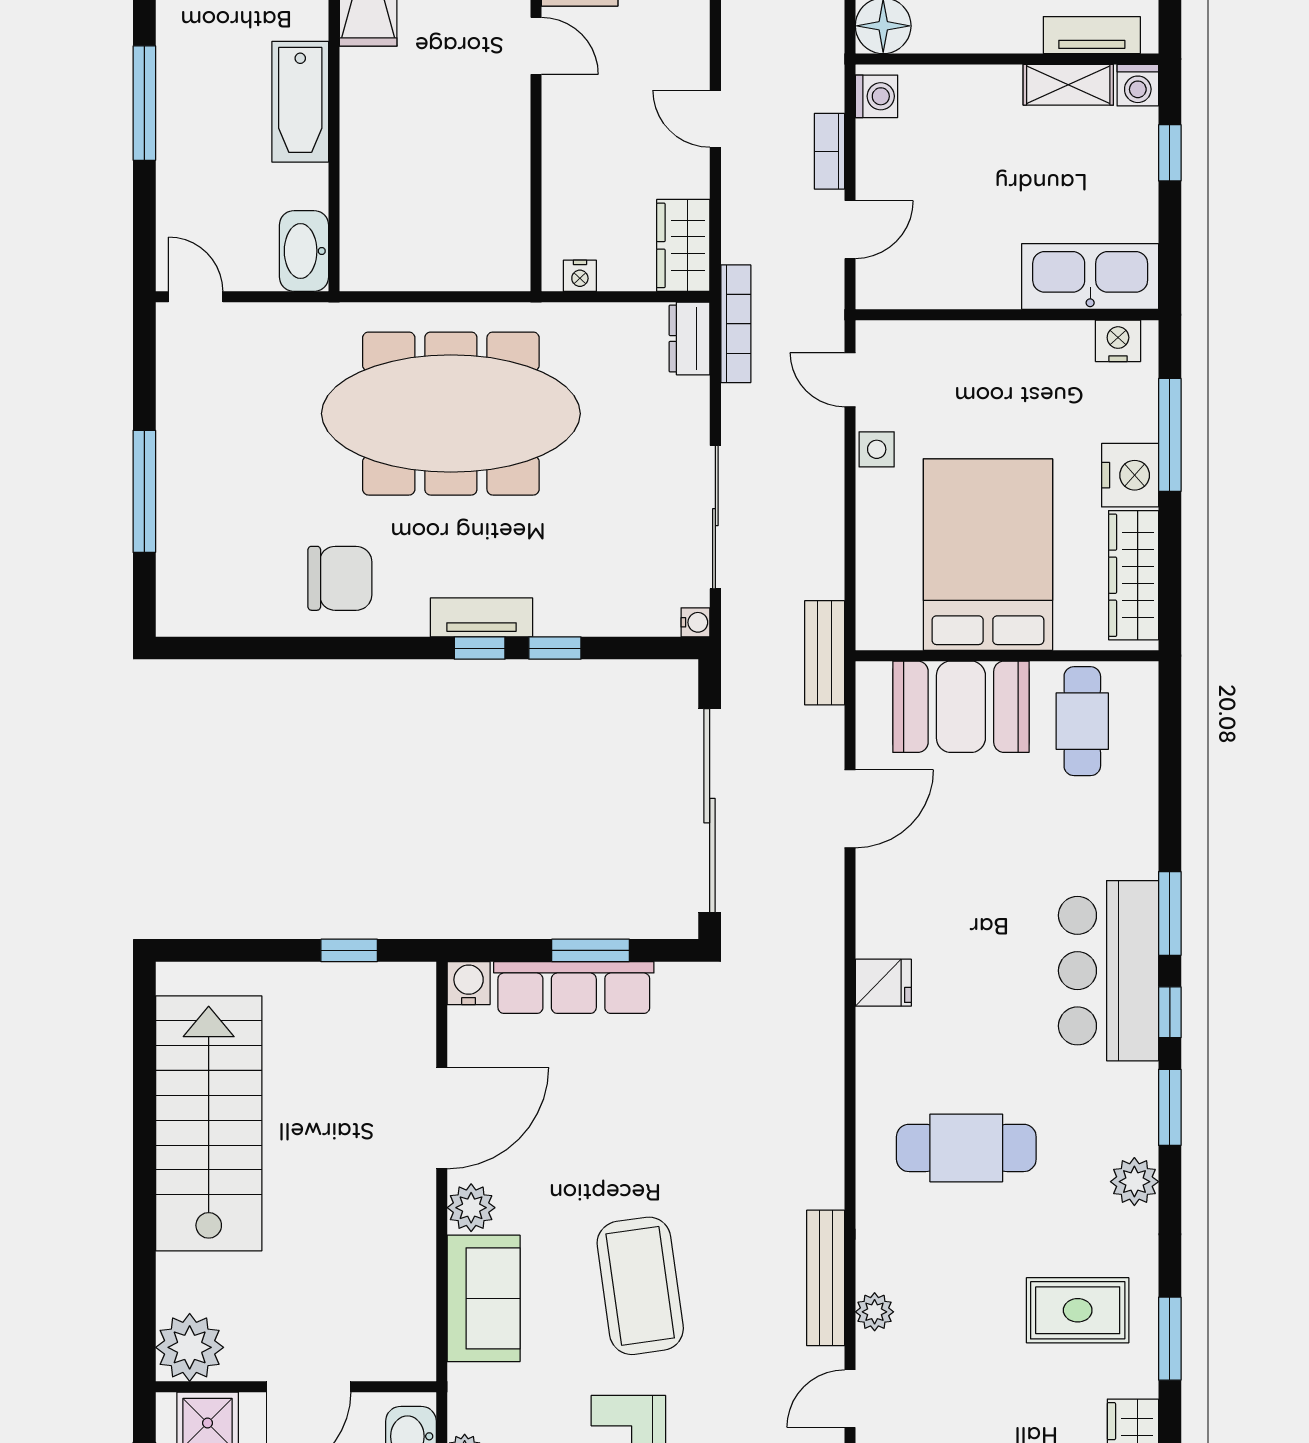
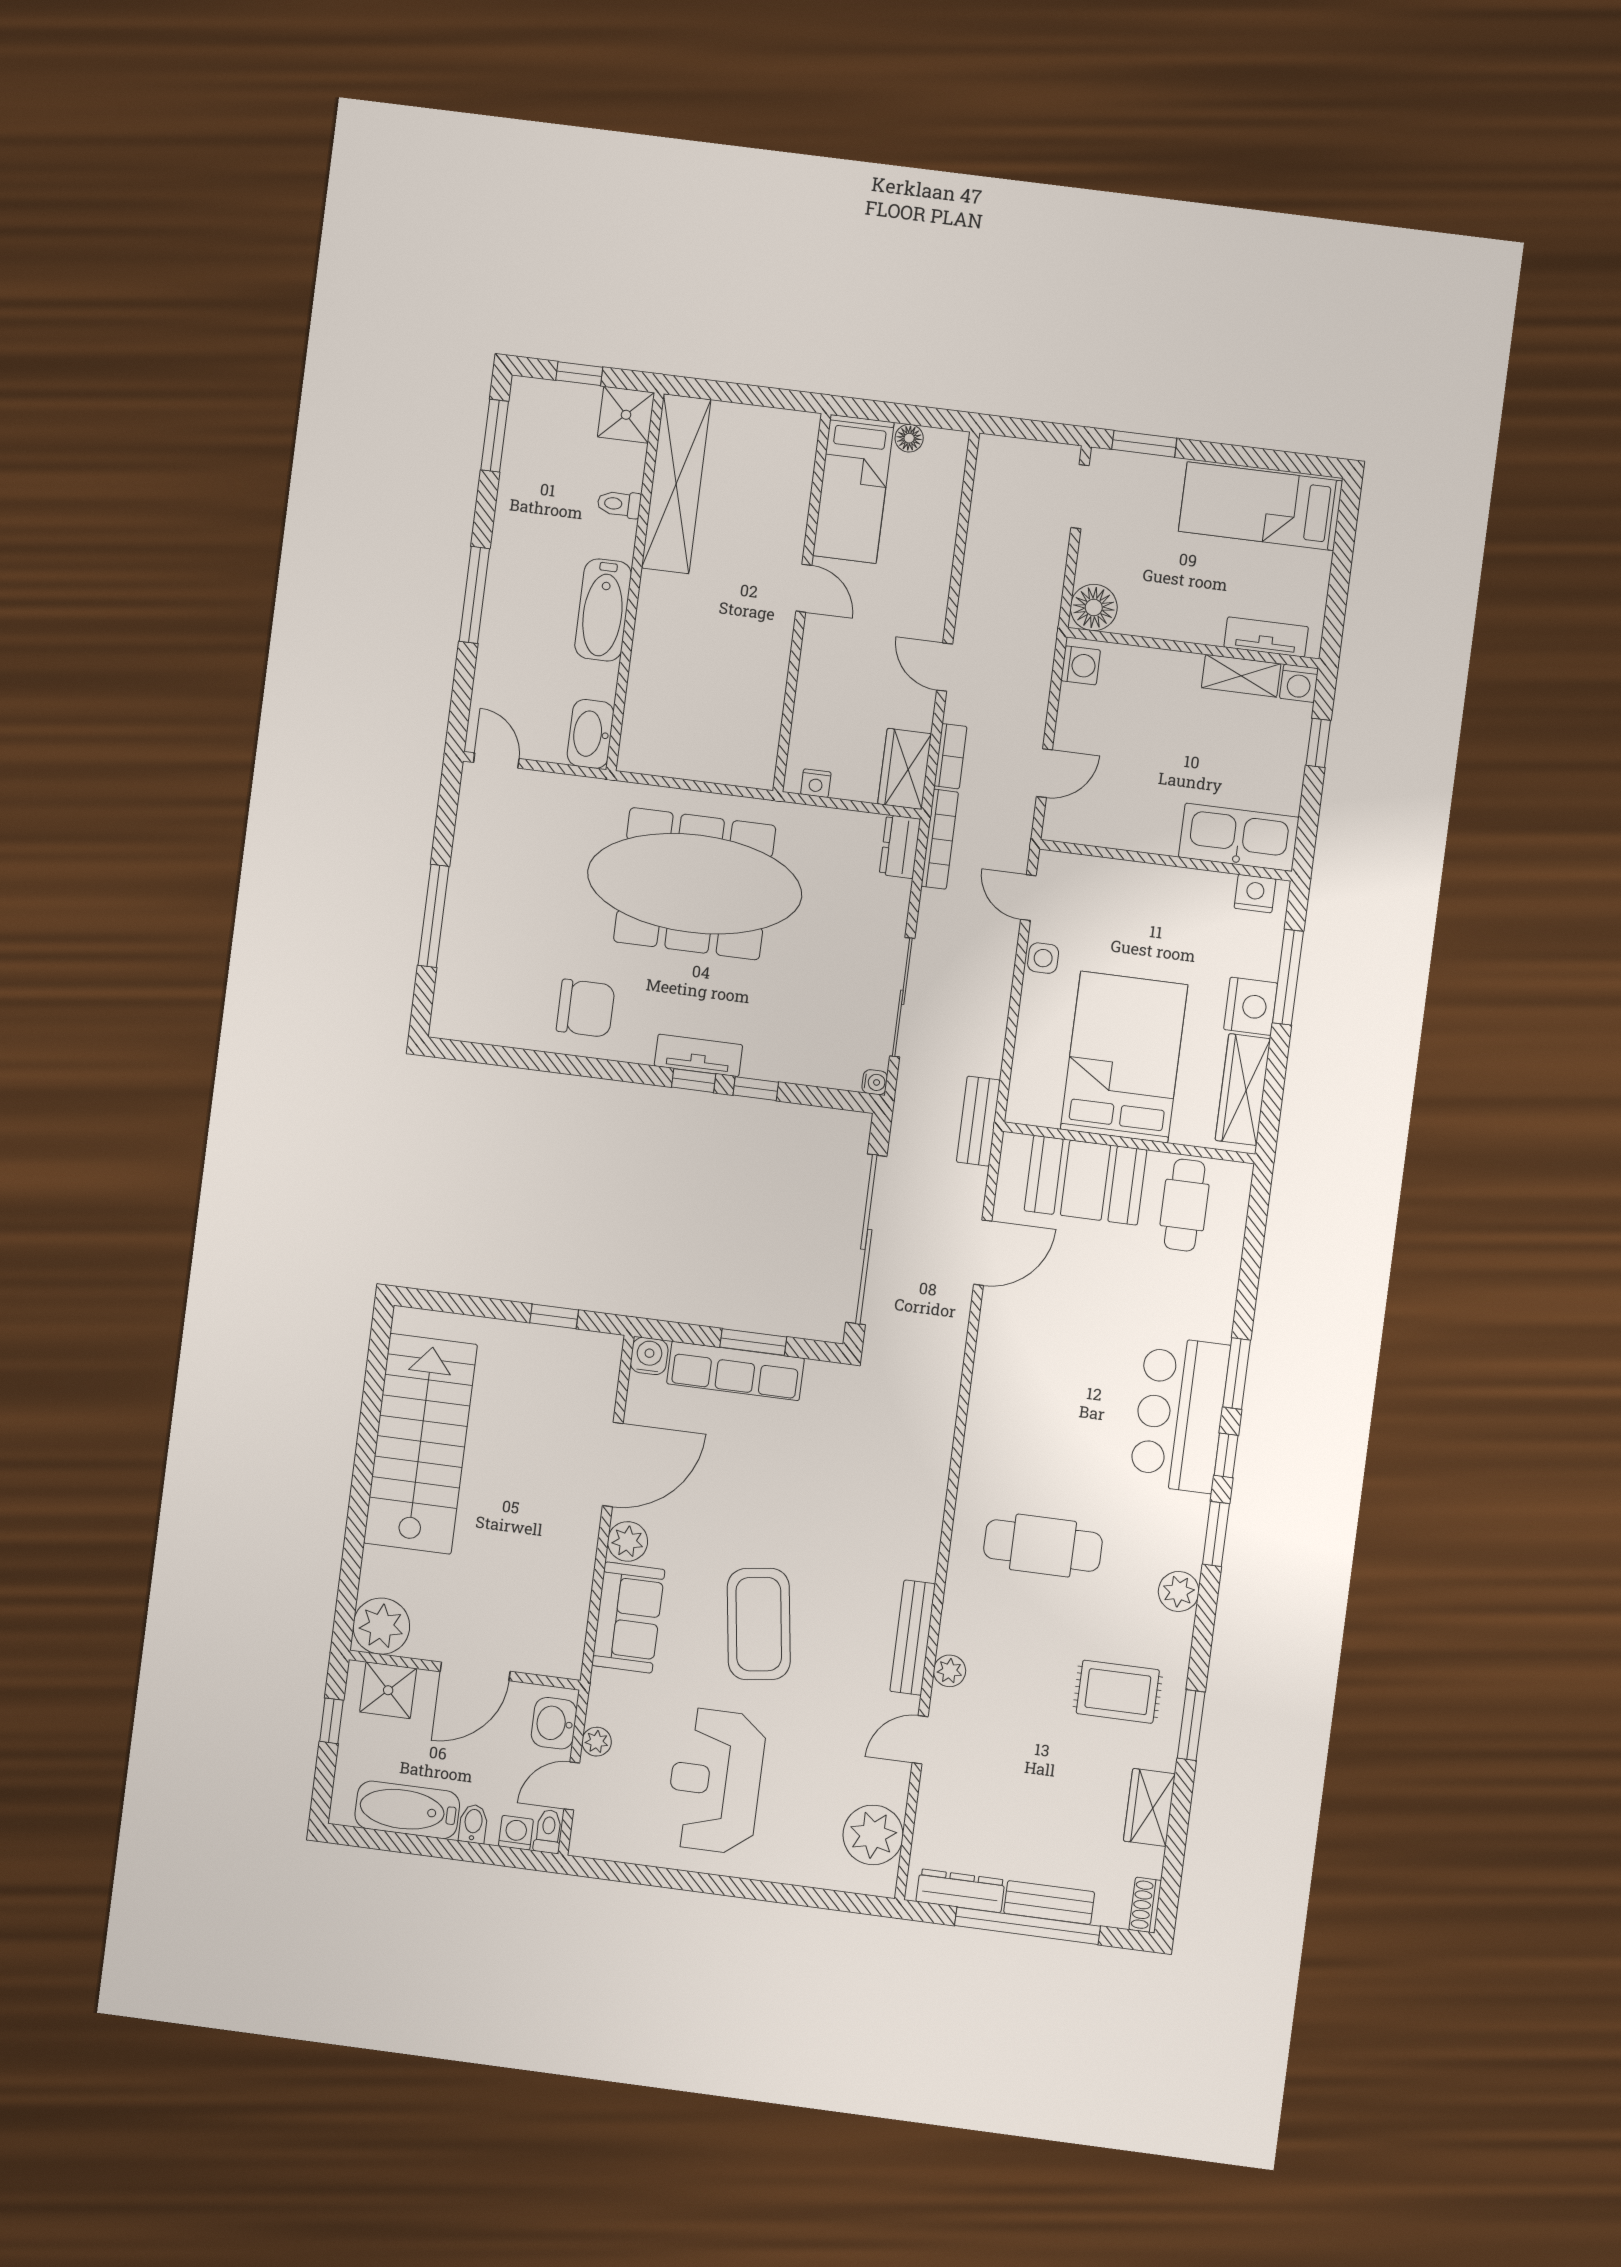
bookcase: (829, 151) -> (950, 756), moved, turned 180
fridge: (883, 983) -> (992, 1400), removed

